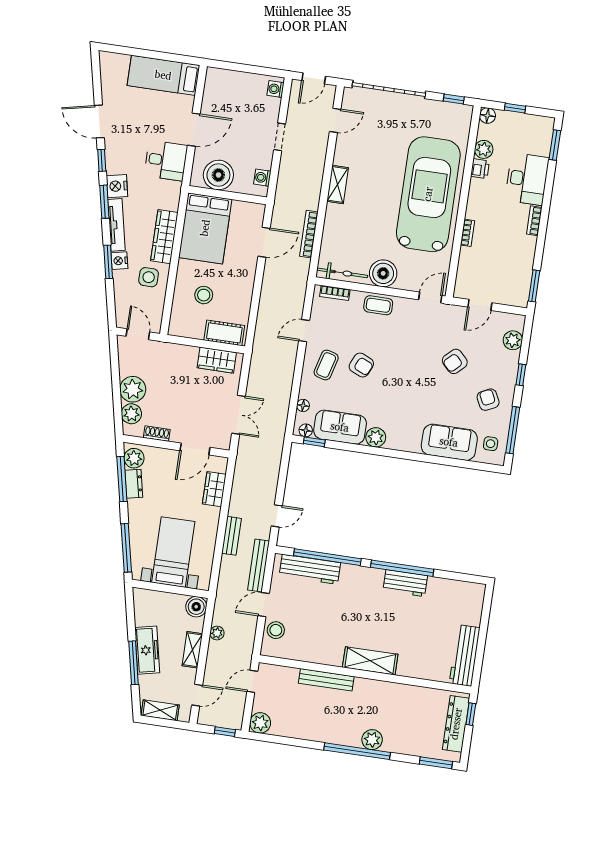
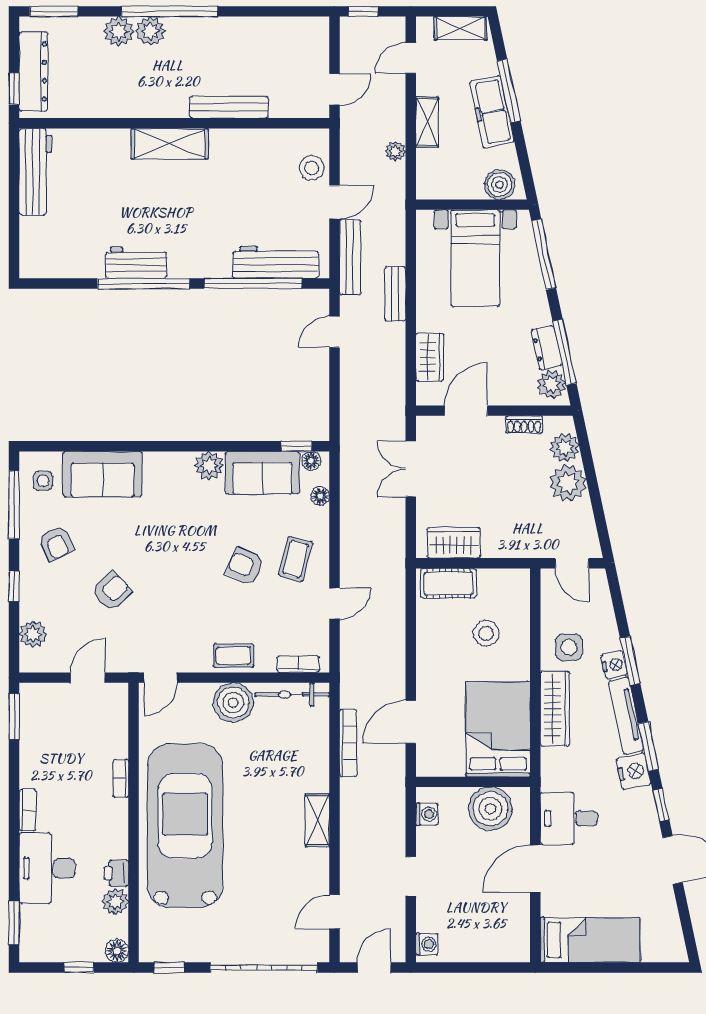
car: (428, 194) -> (185, 826), turned 180
boiler: (196, 607) -> (499, 185), moved
plant: (260, 723) -> (119, 31), moved

